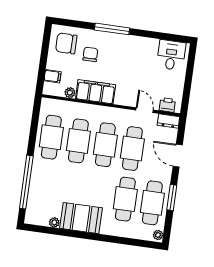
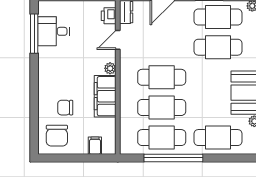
window: (112, 29) -> (34, 34), moved
desk: (171, 55) -> (54, 31), moved
plant: (70, 93) -> (110, 68), moved
cafe table: (132, 149) -> (218, 138), moved
window: (26, 182) -> (173, 158), moved

